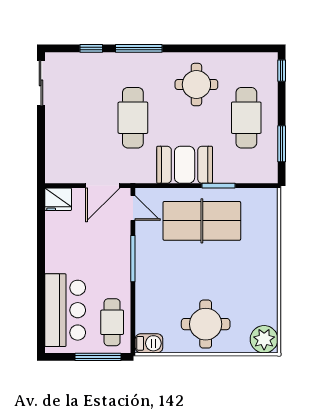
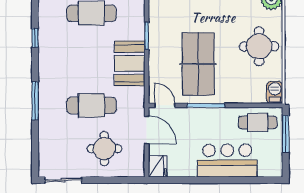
window: (91, 48) -> (35, 38), moved
round table: (196, 85) -> (104, 149), moved
door: (133, 208) -> (165, 105), hinge flipped
table tennis table: (202, 221) -> (198, 64), moved
bar counter: (65, 310) -> (227, 161), moved

